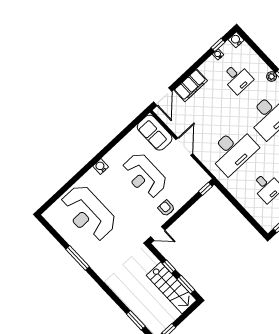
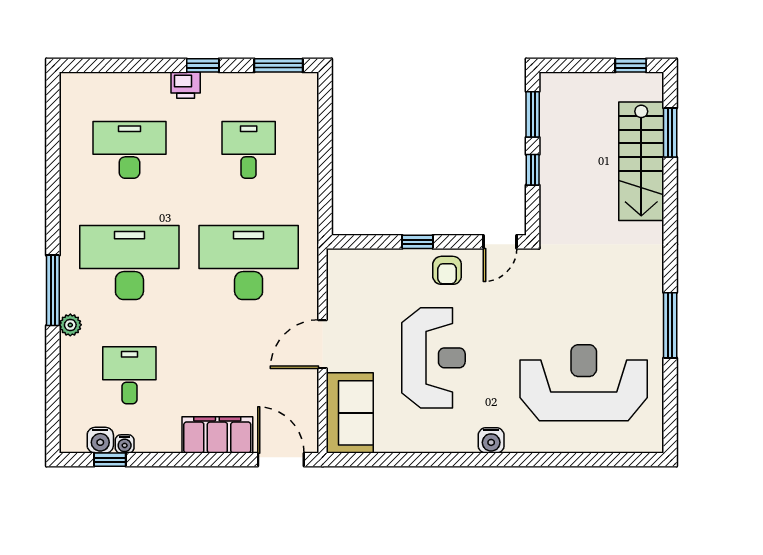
water cooler: (236, 40) -> (100, 440), moved
door: (163, 97) -> (281, 460), hinge flipped
window: (205, 189) -> (417, 242), moved
reception desk: (88, 213) -> (584, 383), turned -90
door: (158, 233) -> (500, 242), swing flipped
stairs: (171, 288) -> (641, 161), moved, turned 180

